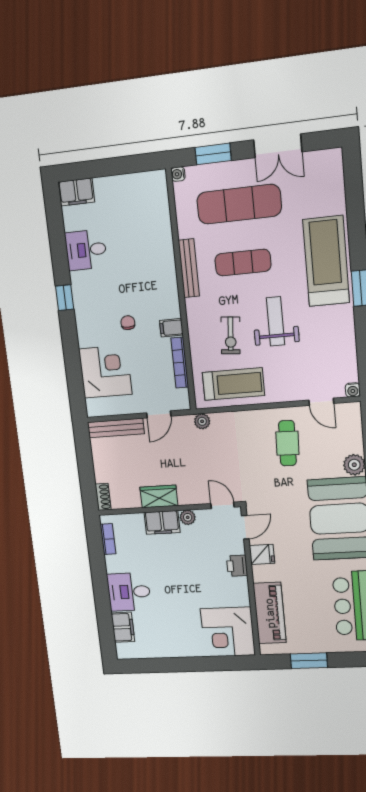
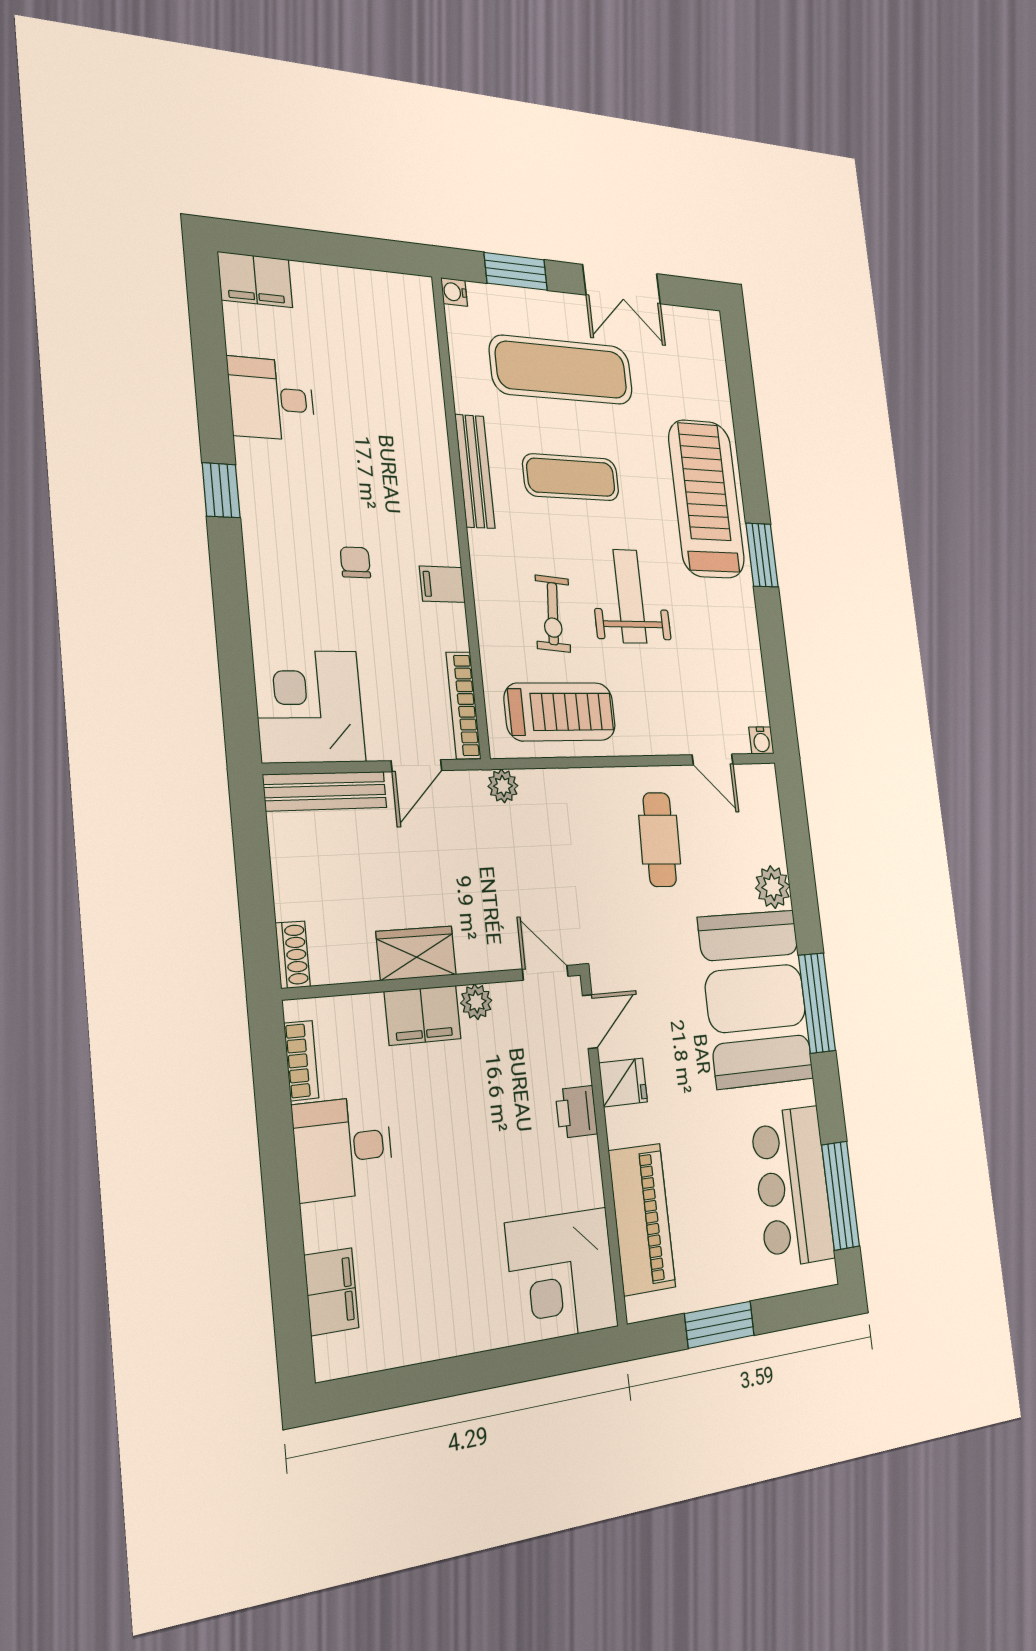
bookcase: (180, 363) -> (463, 705), moved
corner desk: (105, 372) -> (309, 707), moved, turned -90
desk: (129, 592) -> (343, 1148), moved

